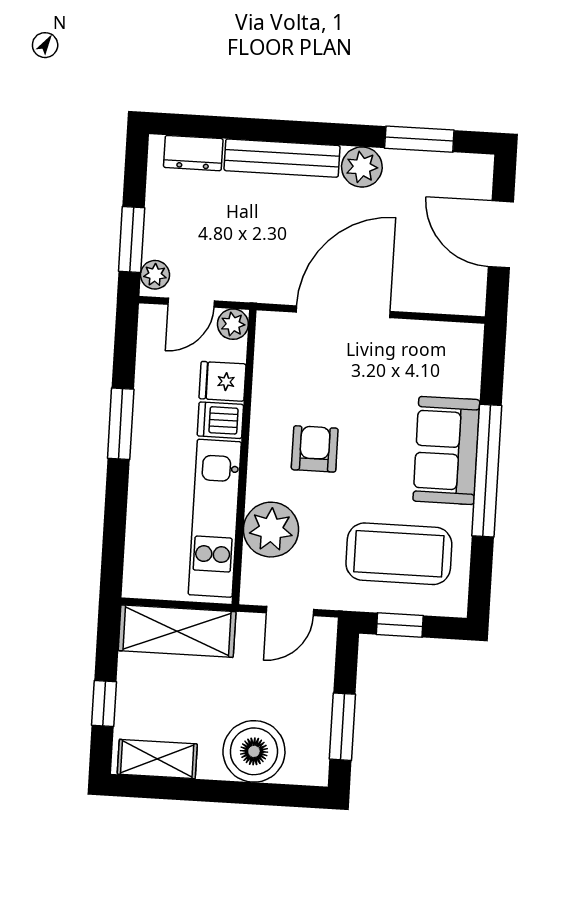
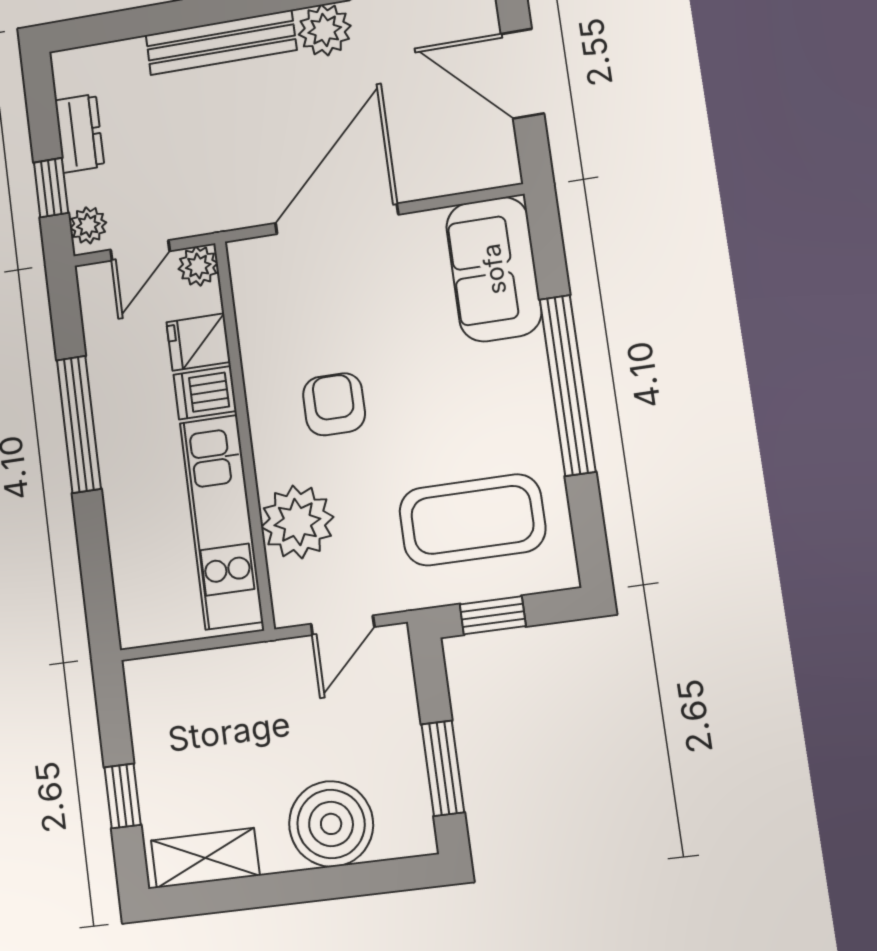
dresser: (193, 153) -> (80, 133), moved, turned -90
window: (132, 240) -> (51, 188), width x0.67
window: (121, 424) -> (79, 424), width x1.44
sofa: (446, 450) -> (494, 269), moved
shelving: (177, 631) -> (200, 681), removed

